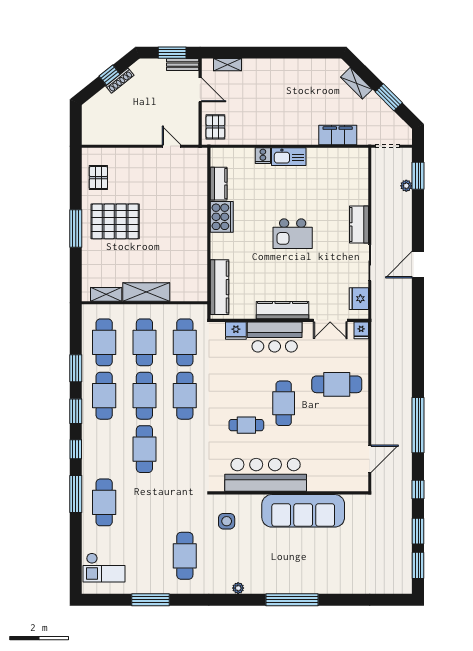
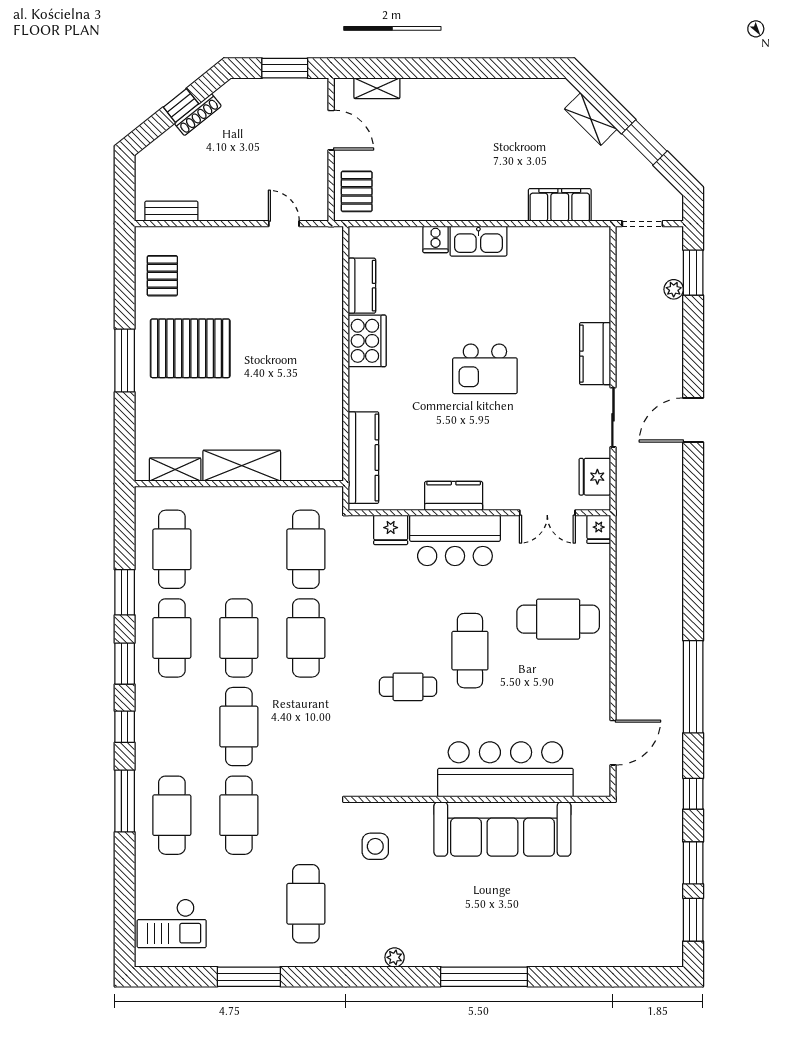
bench: (183, 65) -> (171, 211), moved
kitchen counter: (282, 310) -> (454, 496), width x0.67
cafe table: (144, 342) -> (239, 815), moved
bar counter: (266, 475) -> (505, 769), moved

